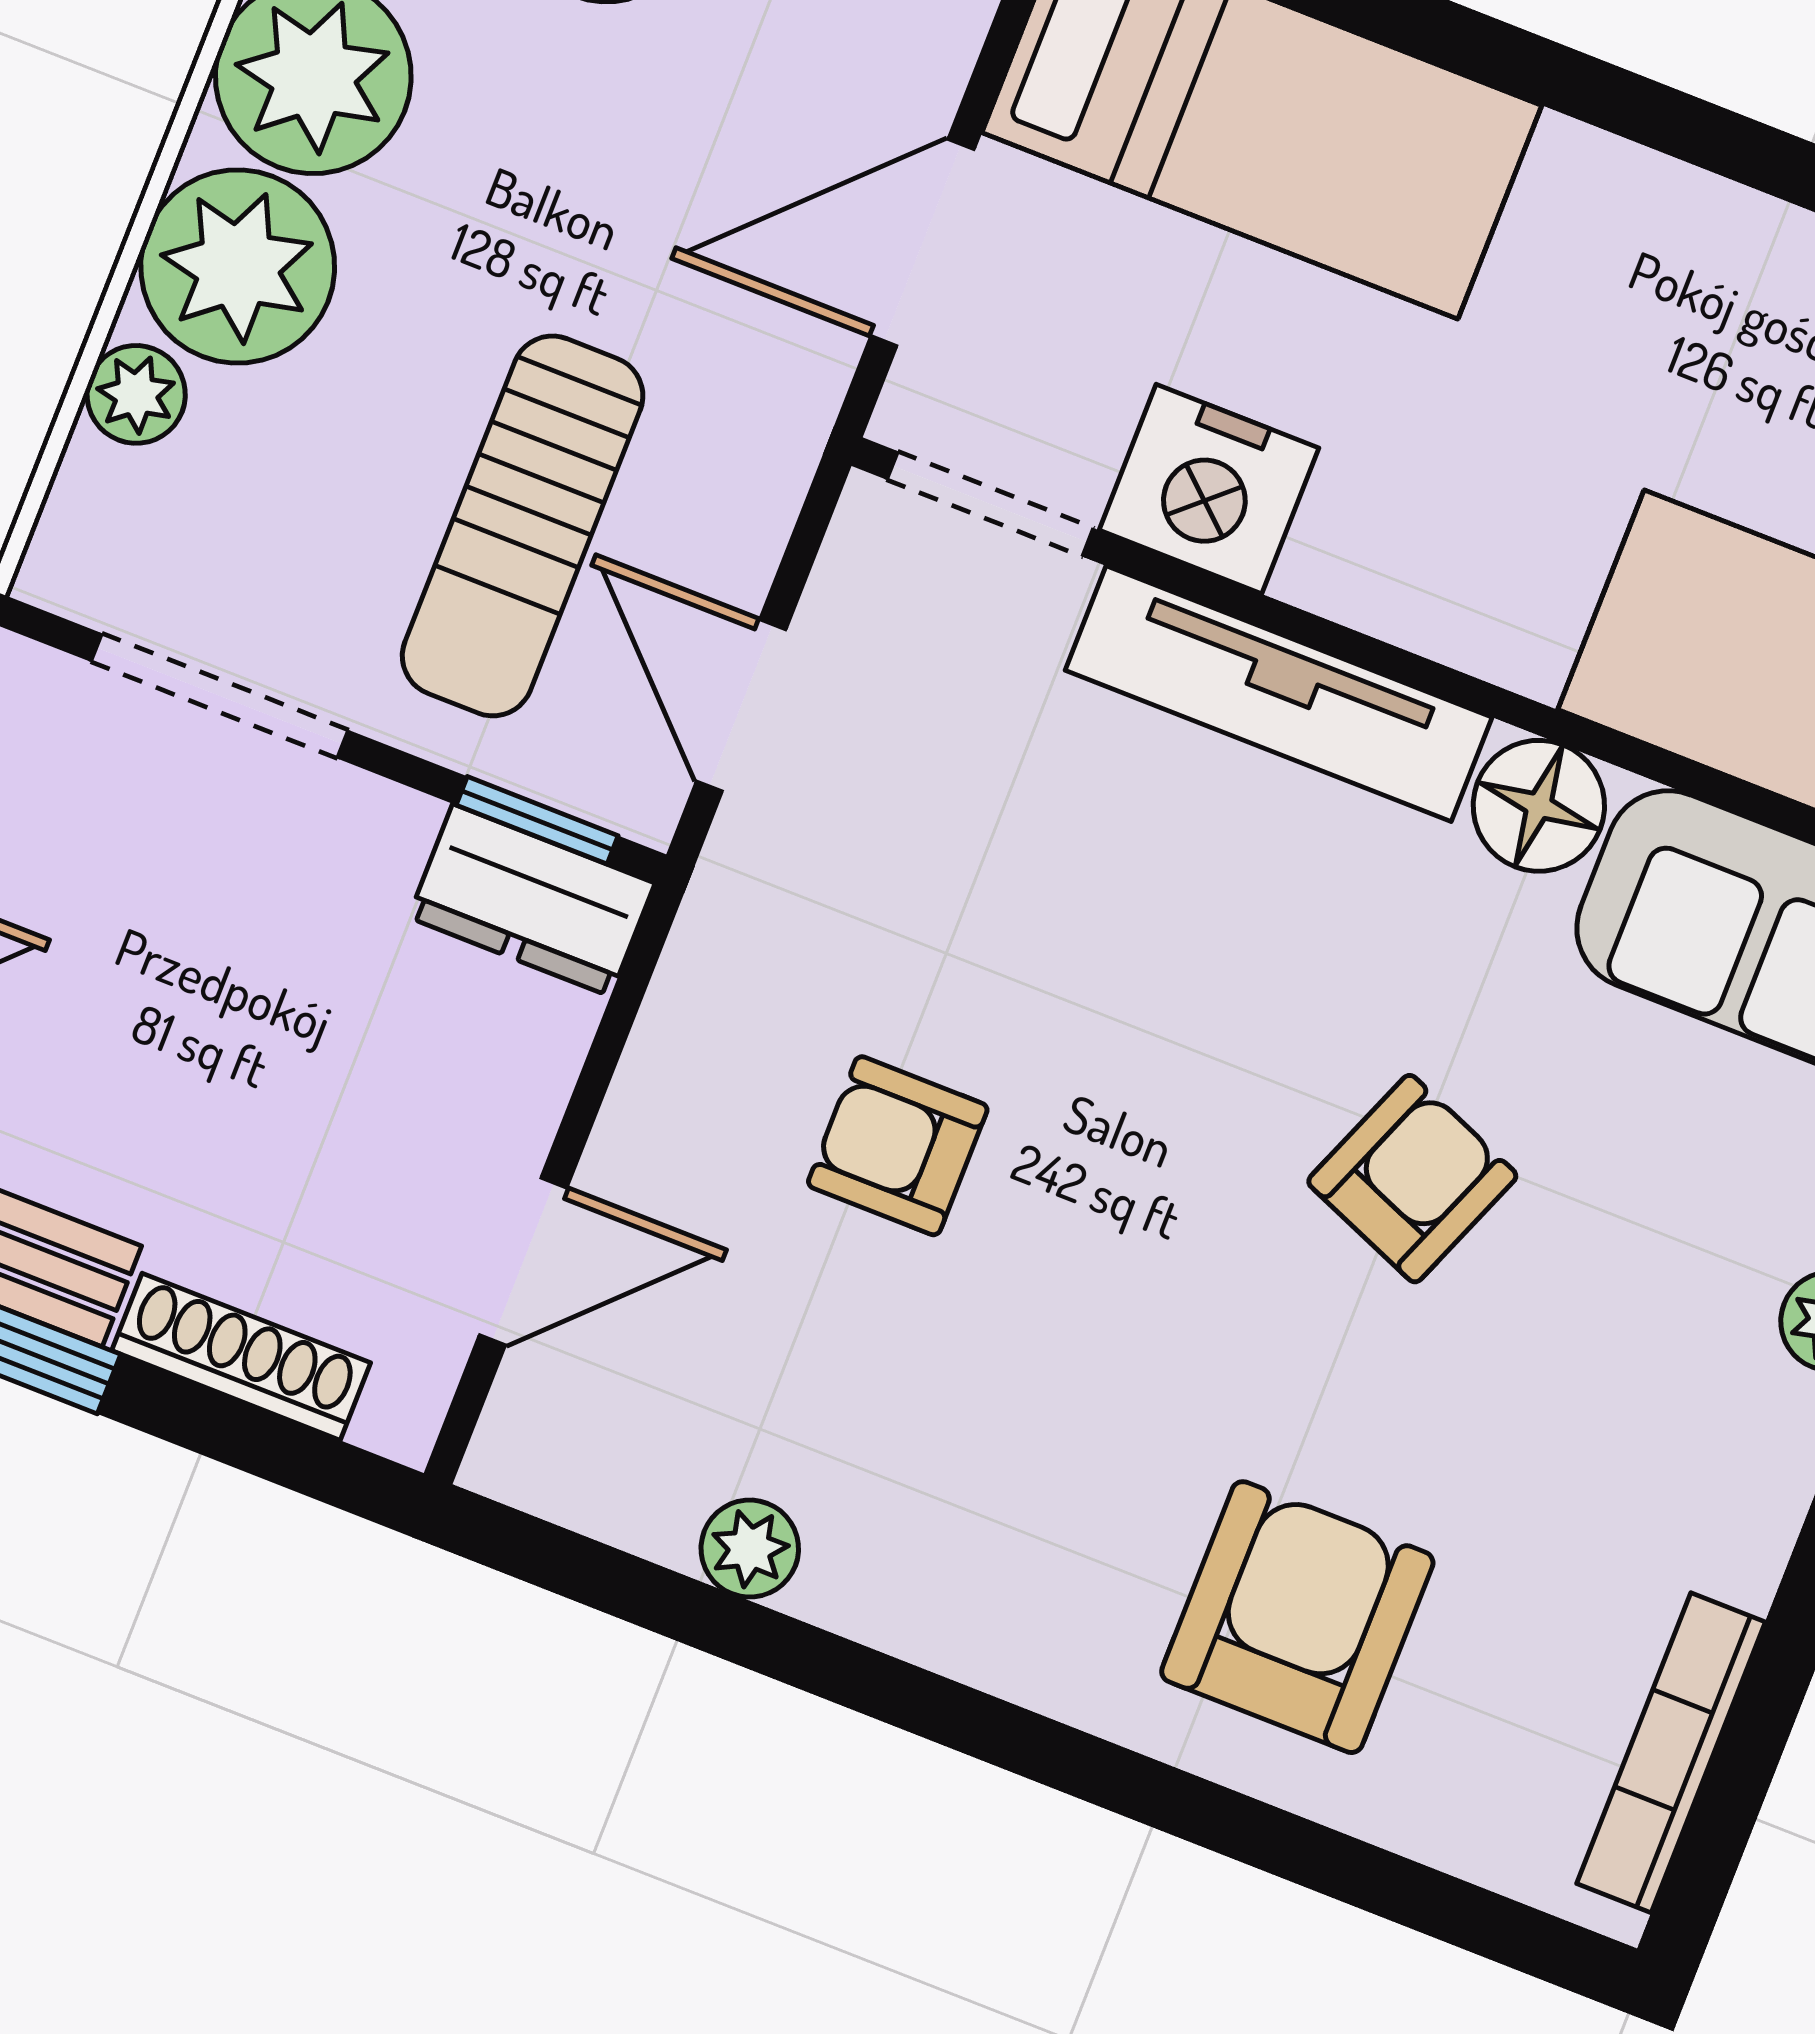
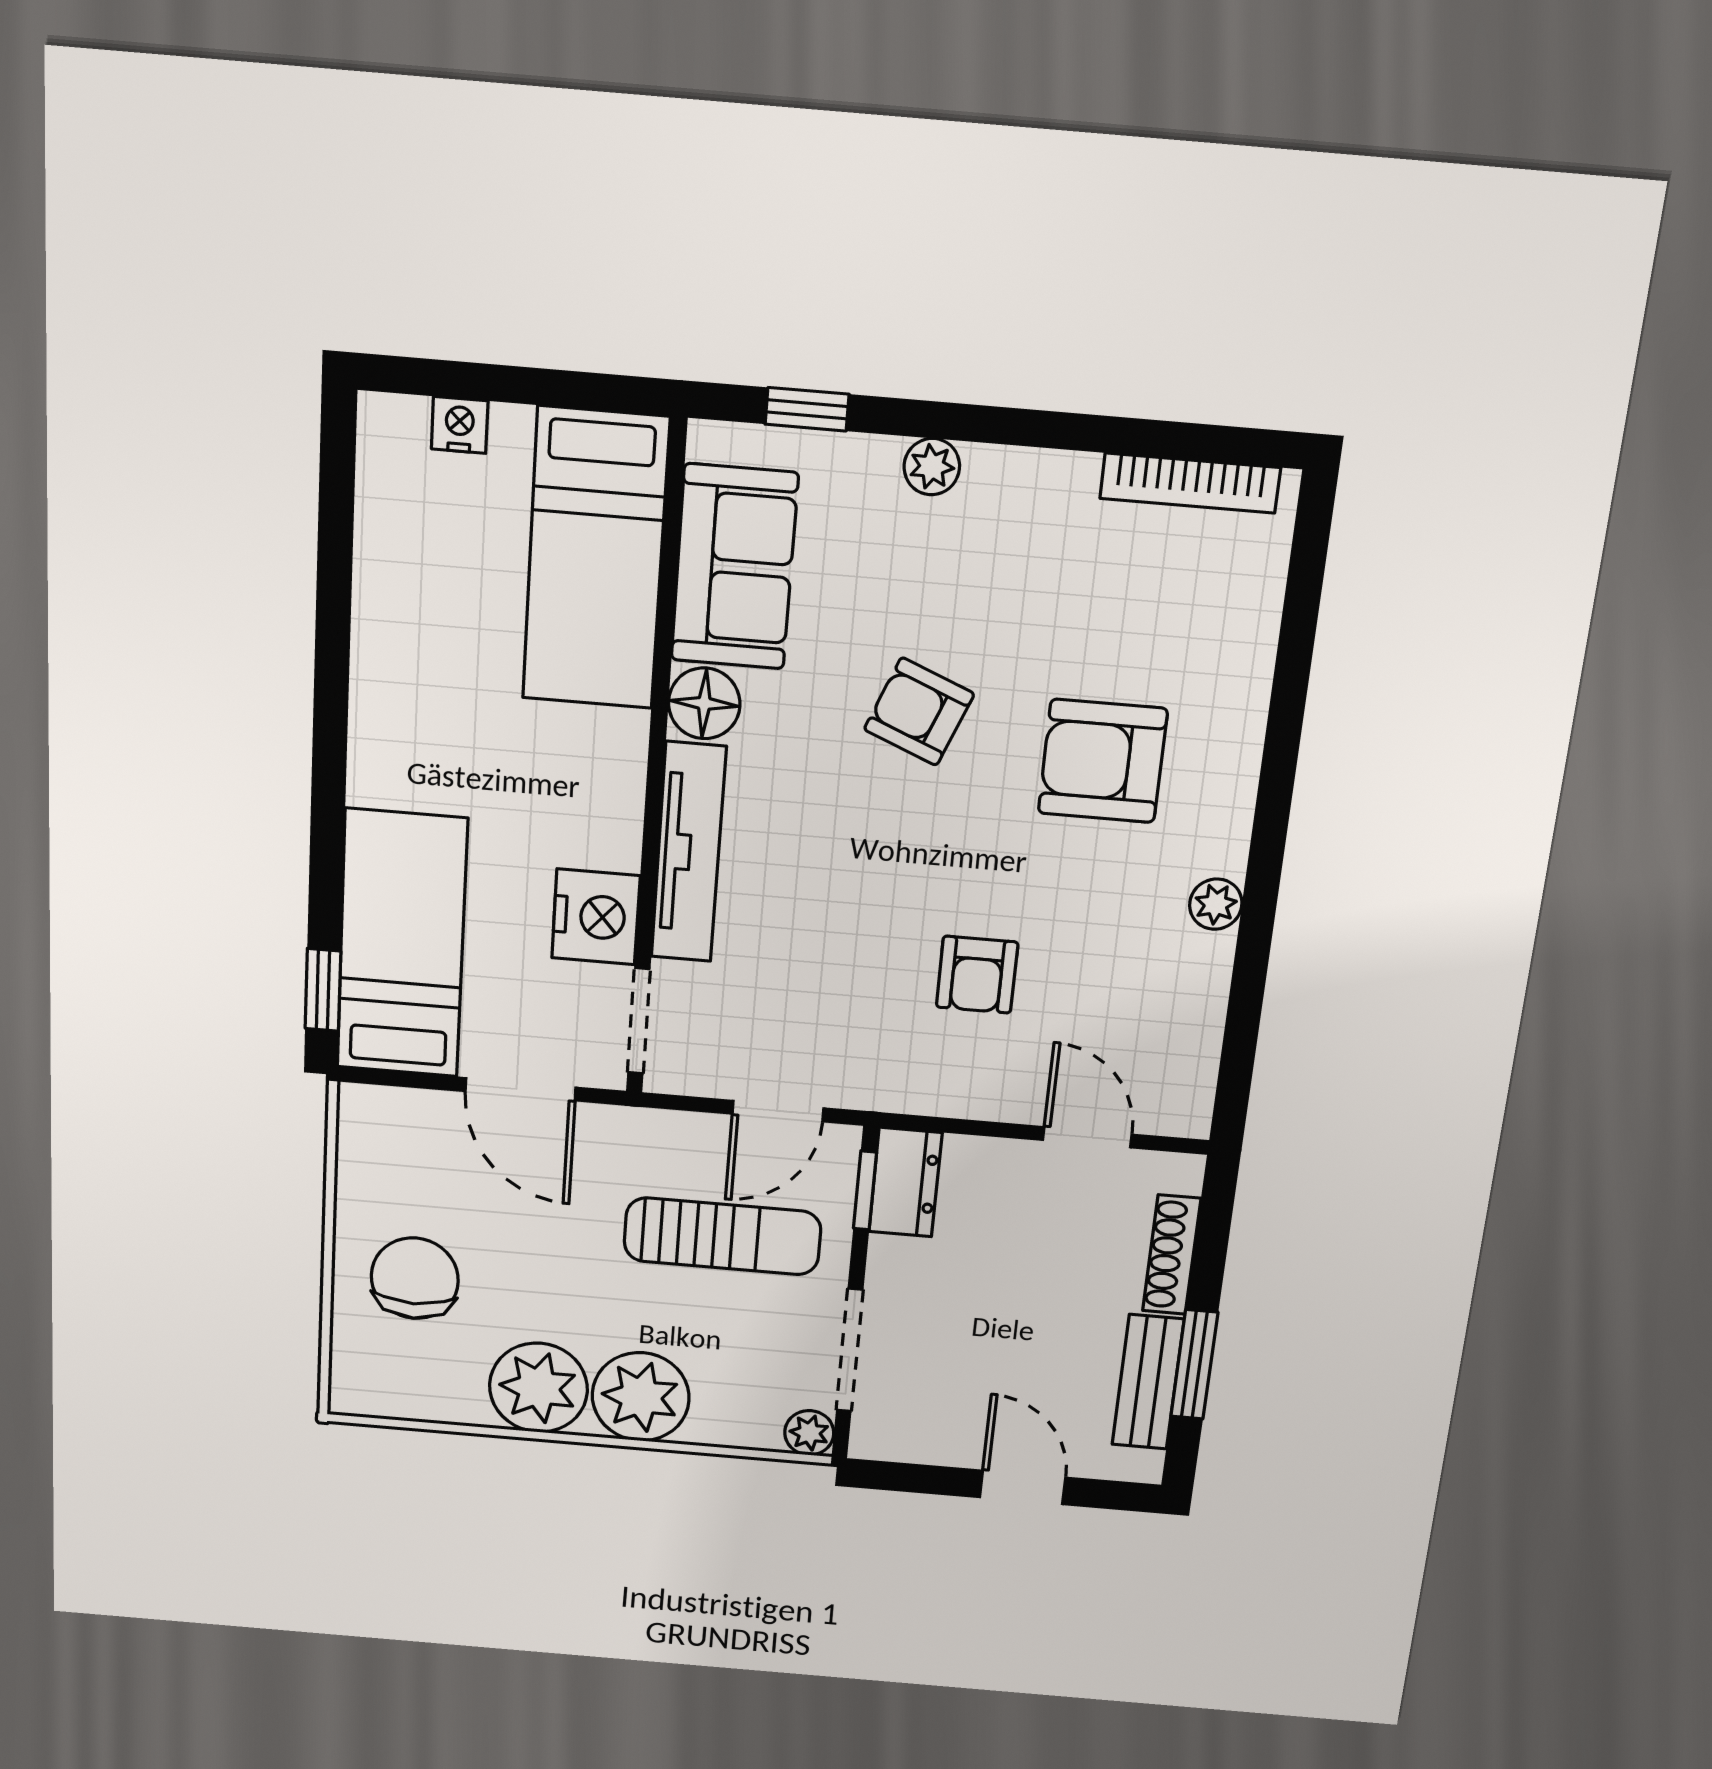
plant: (136, 394) -> (809, 1433), moved
plant: (750, 1549) -> (1216, 904), moved
armchair: (1297, 1617) -> (1103, 761), moved

